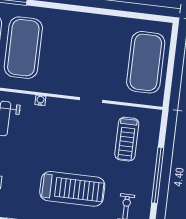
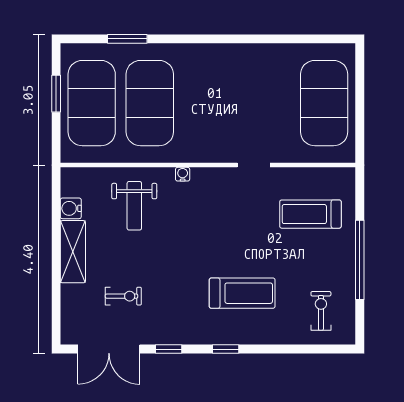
treadmill: (127, 139) -> (310, 214), turned 90
treadmill: (72, 189) -> (242, 293), width x0.73, depth x0.73

